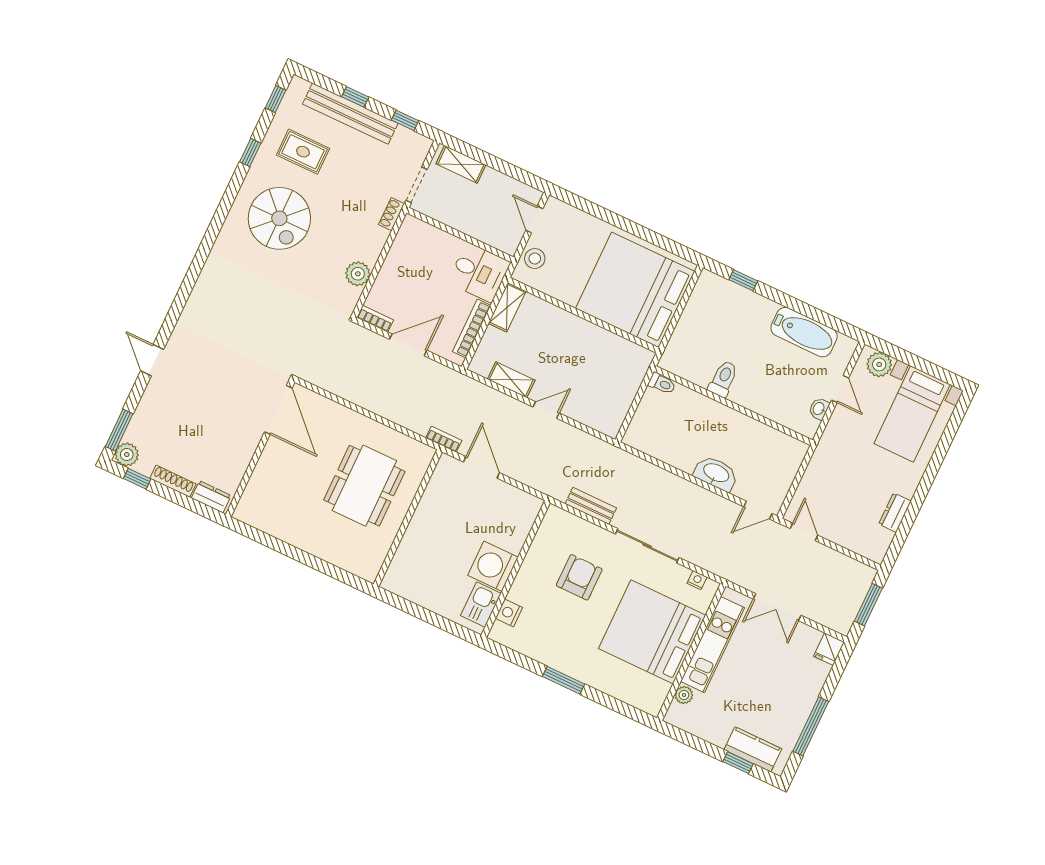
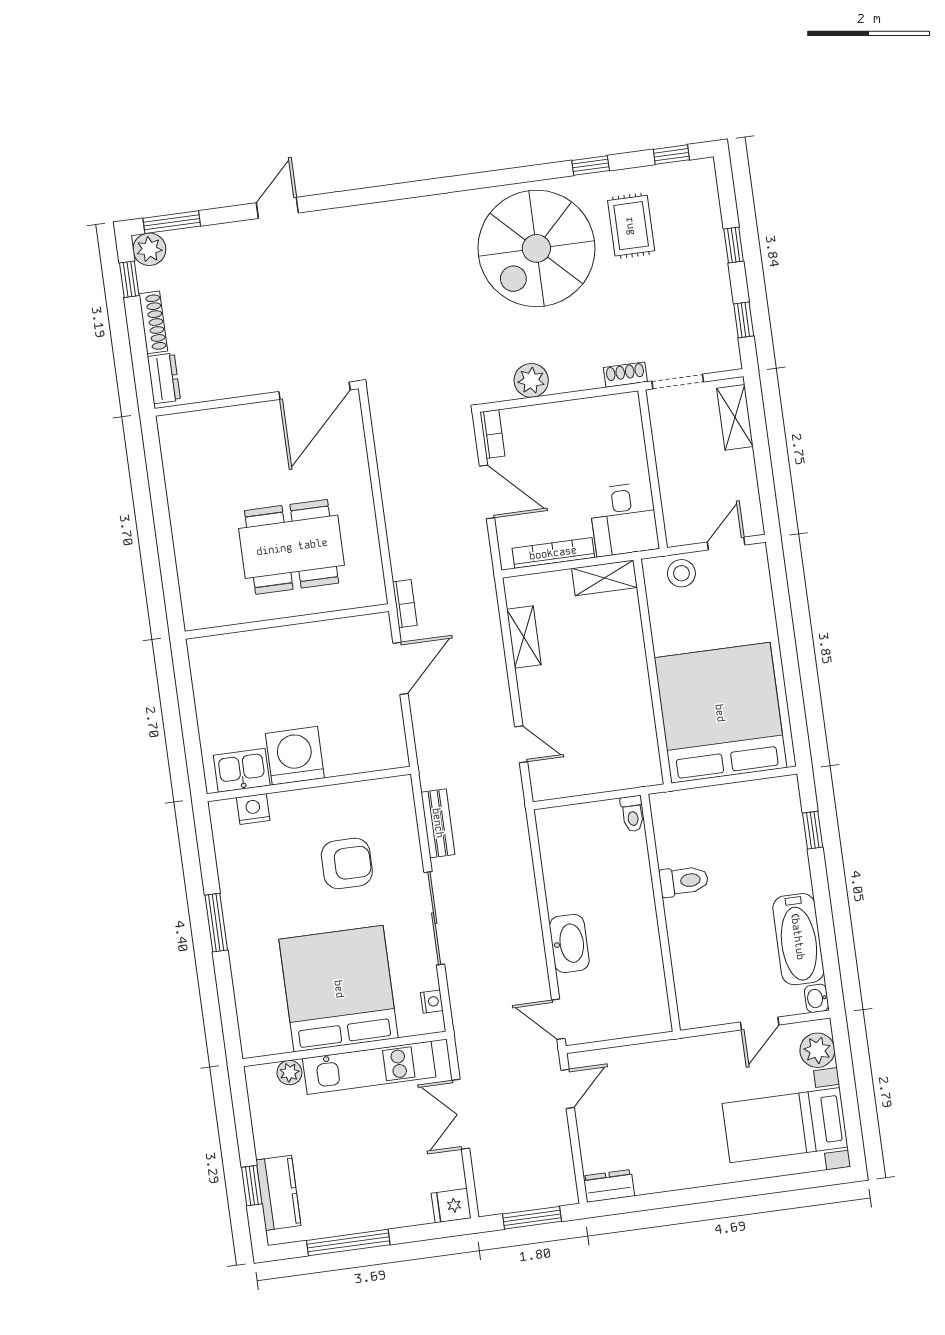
bench: (350, 114) -> (710, 252), removed
spiral stairs: (279, 218) -> (536, 248), width x1.37, depth x1.37
washbasin: (819, 409) -> (817, 998), moved, turned -90
door: (546, 410) -> (521, 744), moved
dresser: (895, 513) -> (609, 1186), moved

